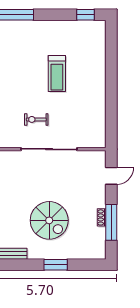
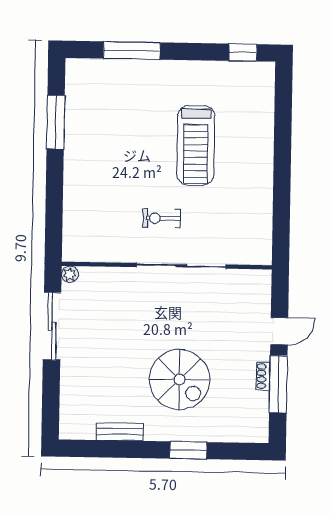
treadmill: (57, 73) -> (196, 145), width x1.37, depth x1.38
door: (111, 176) -> (279, 331), moved

